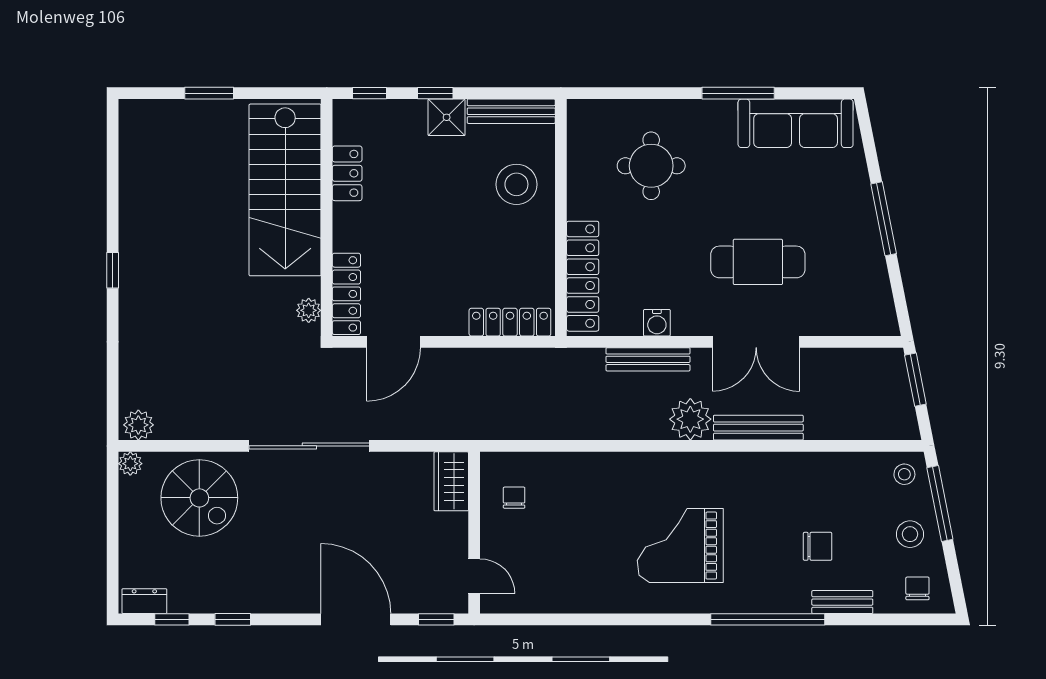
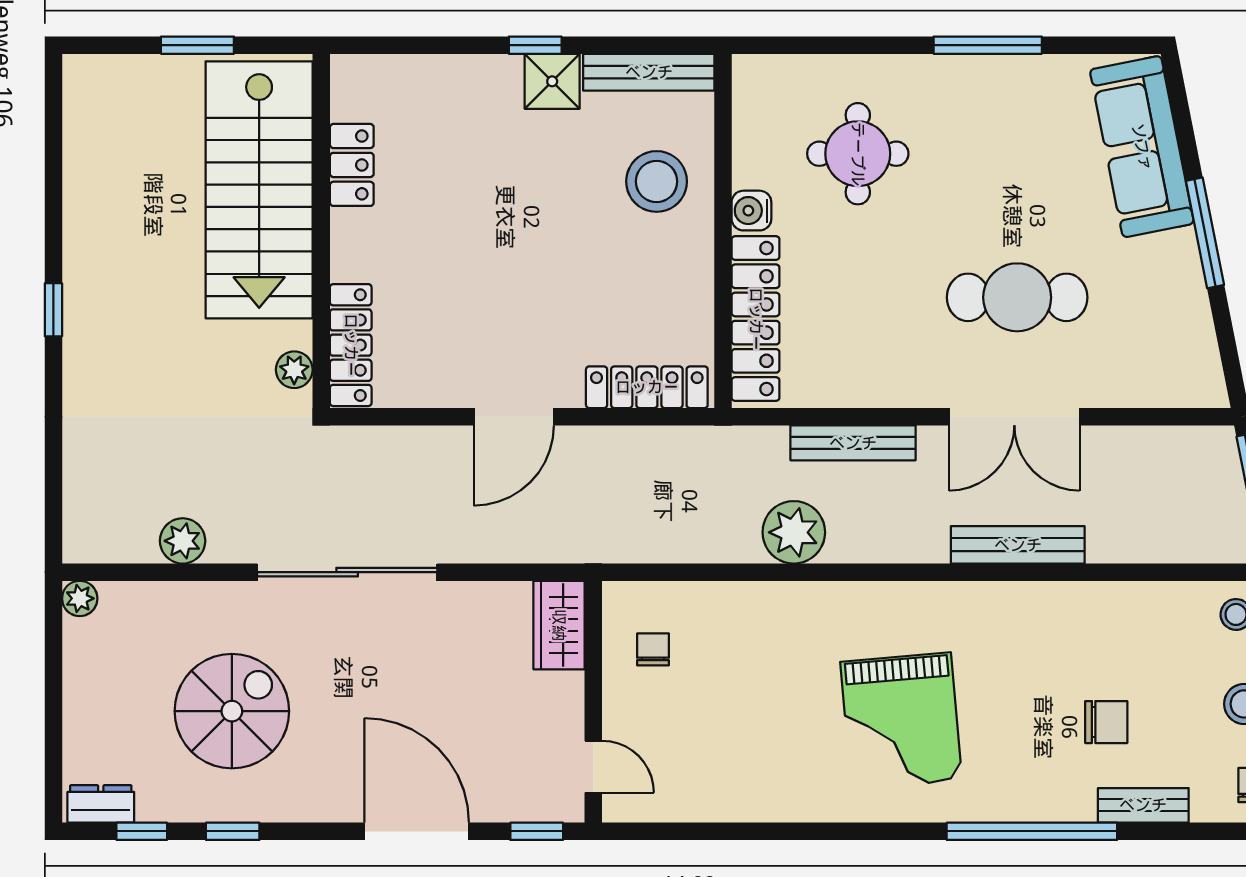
window: (369, 93) -> (437, 45), removed
sofa: (796, 123) -> (1142, 147), moved, turned 79
locker: (347, 173) -> (352, 165), moved
stairs: (285, 190) -> (259, 190), moved
wall: (327, 217) -> (321, 231), moved
locker: (346, 294) -> (351, 345), moved
plant: (309, 310) -> (294, 370), moved
water cooler: (657, 323) -> (751, 211), moved, turned 90
door: (393, 342) -> (514, 417), moved
plant: (690, 419) -> (794, 532), moved
plant: (138, 425) -> (183, 541), moved
spiral stairs: (199, 498) -> (232, 711), moved, turned -90
grand piano: (680, 546) -> (901, 721), turned -95

